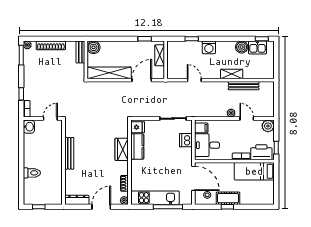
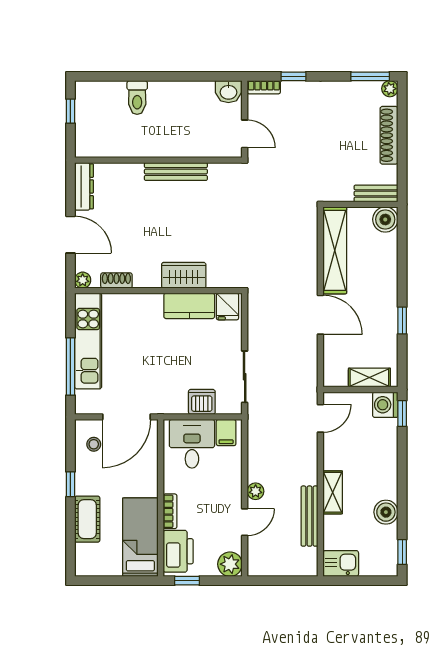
washing machine: (209, 47) -> (385, 405), moved
kitchen sink: (257, 47) -> (341, 563), moved, turned 90
shelving: (160, 55) -> (369, 378), moved
wall: (166, 60) -> (360, 390), moved
cot: (228, 198) -> (87, 519), moved

